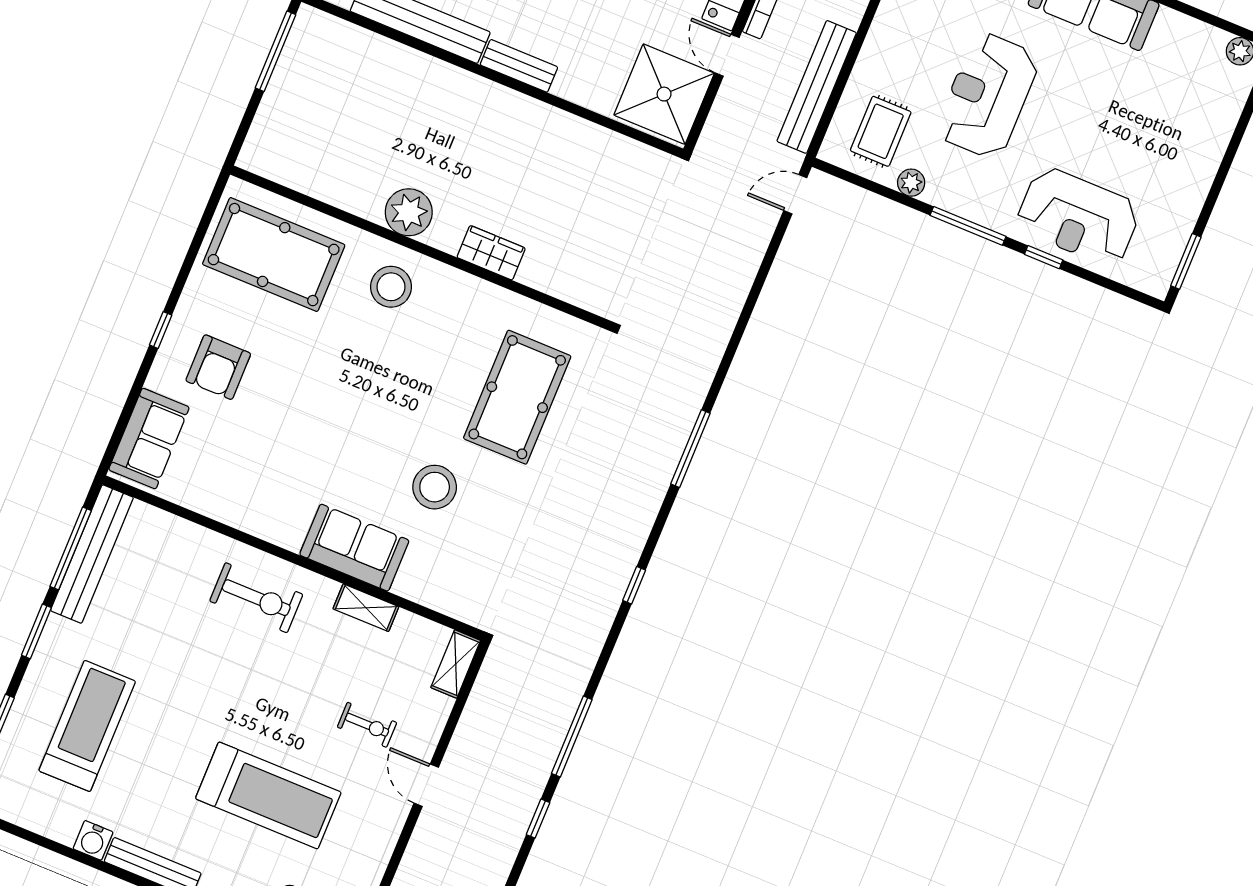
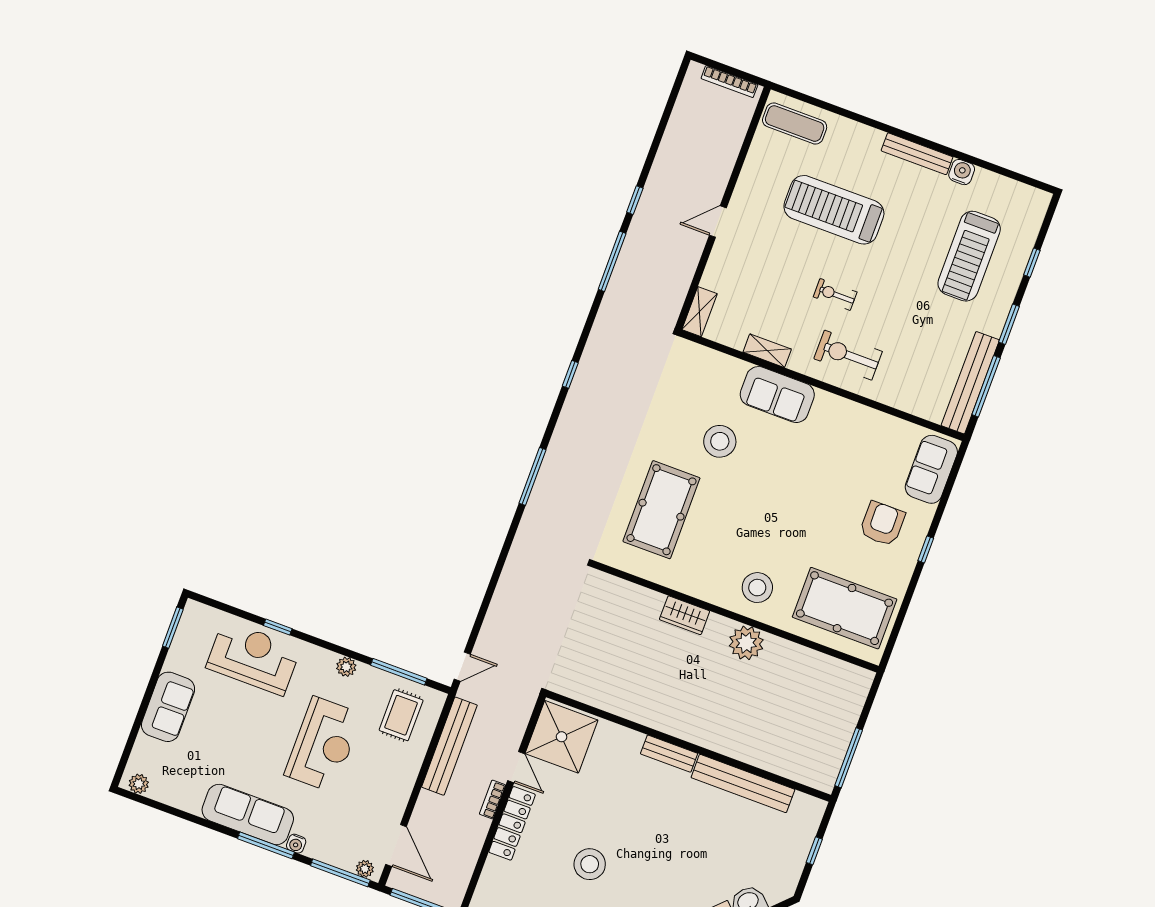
sofa: (1196, 154) -> (168, 707), added
plant: (911, 183) -> (346, 667), moved
window: (968, 226) -> (399, 672), moved
exercise bike: (367, 725) -> (835, 294), moved
door: (426, 785) -> (718, 222), swing flipped

